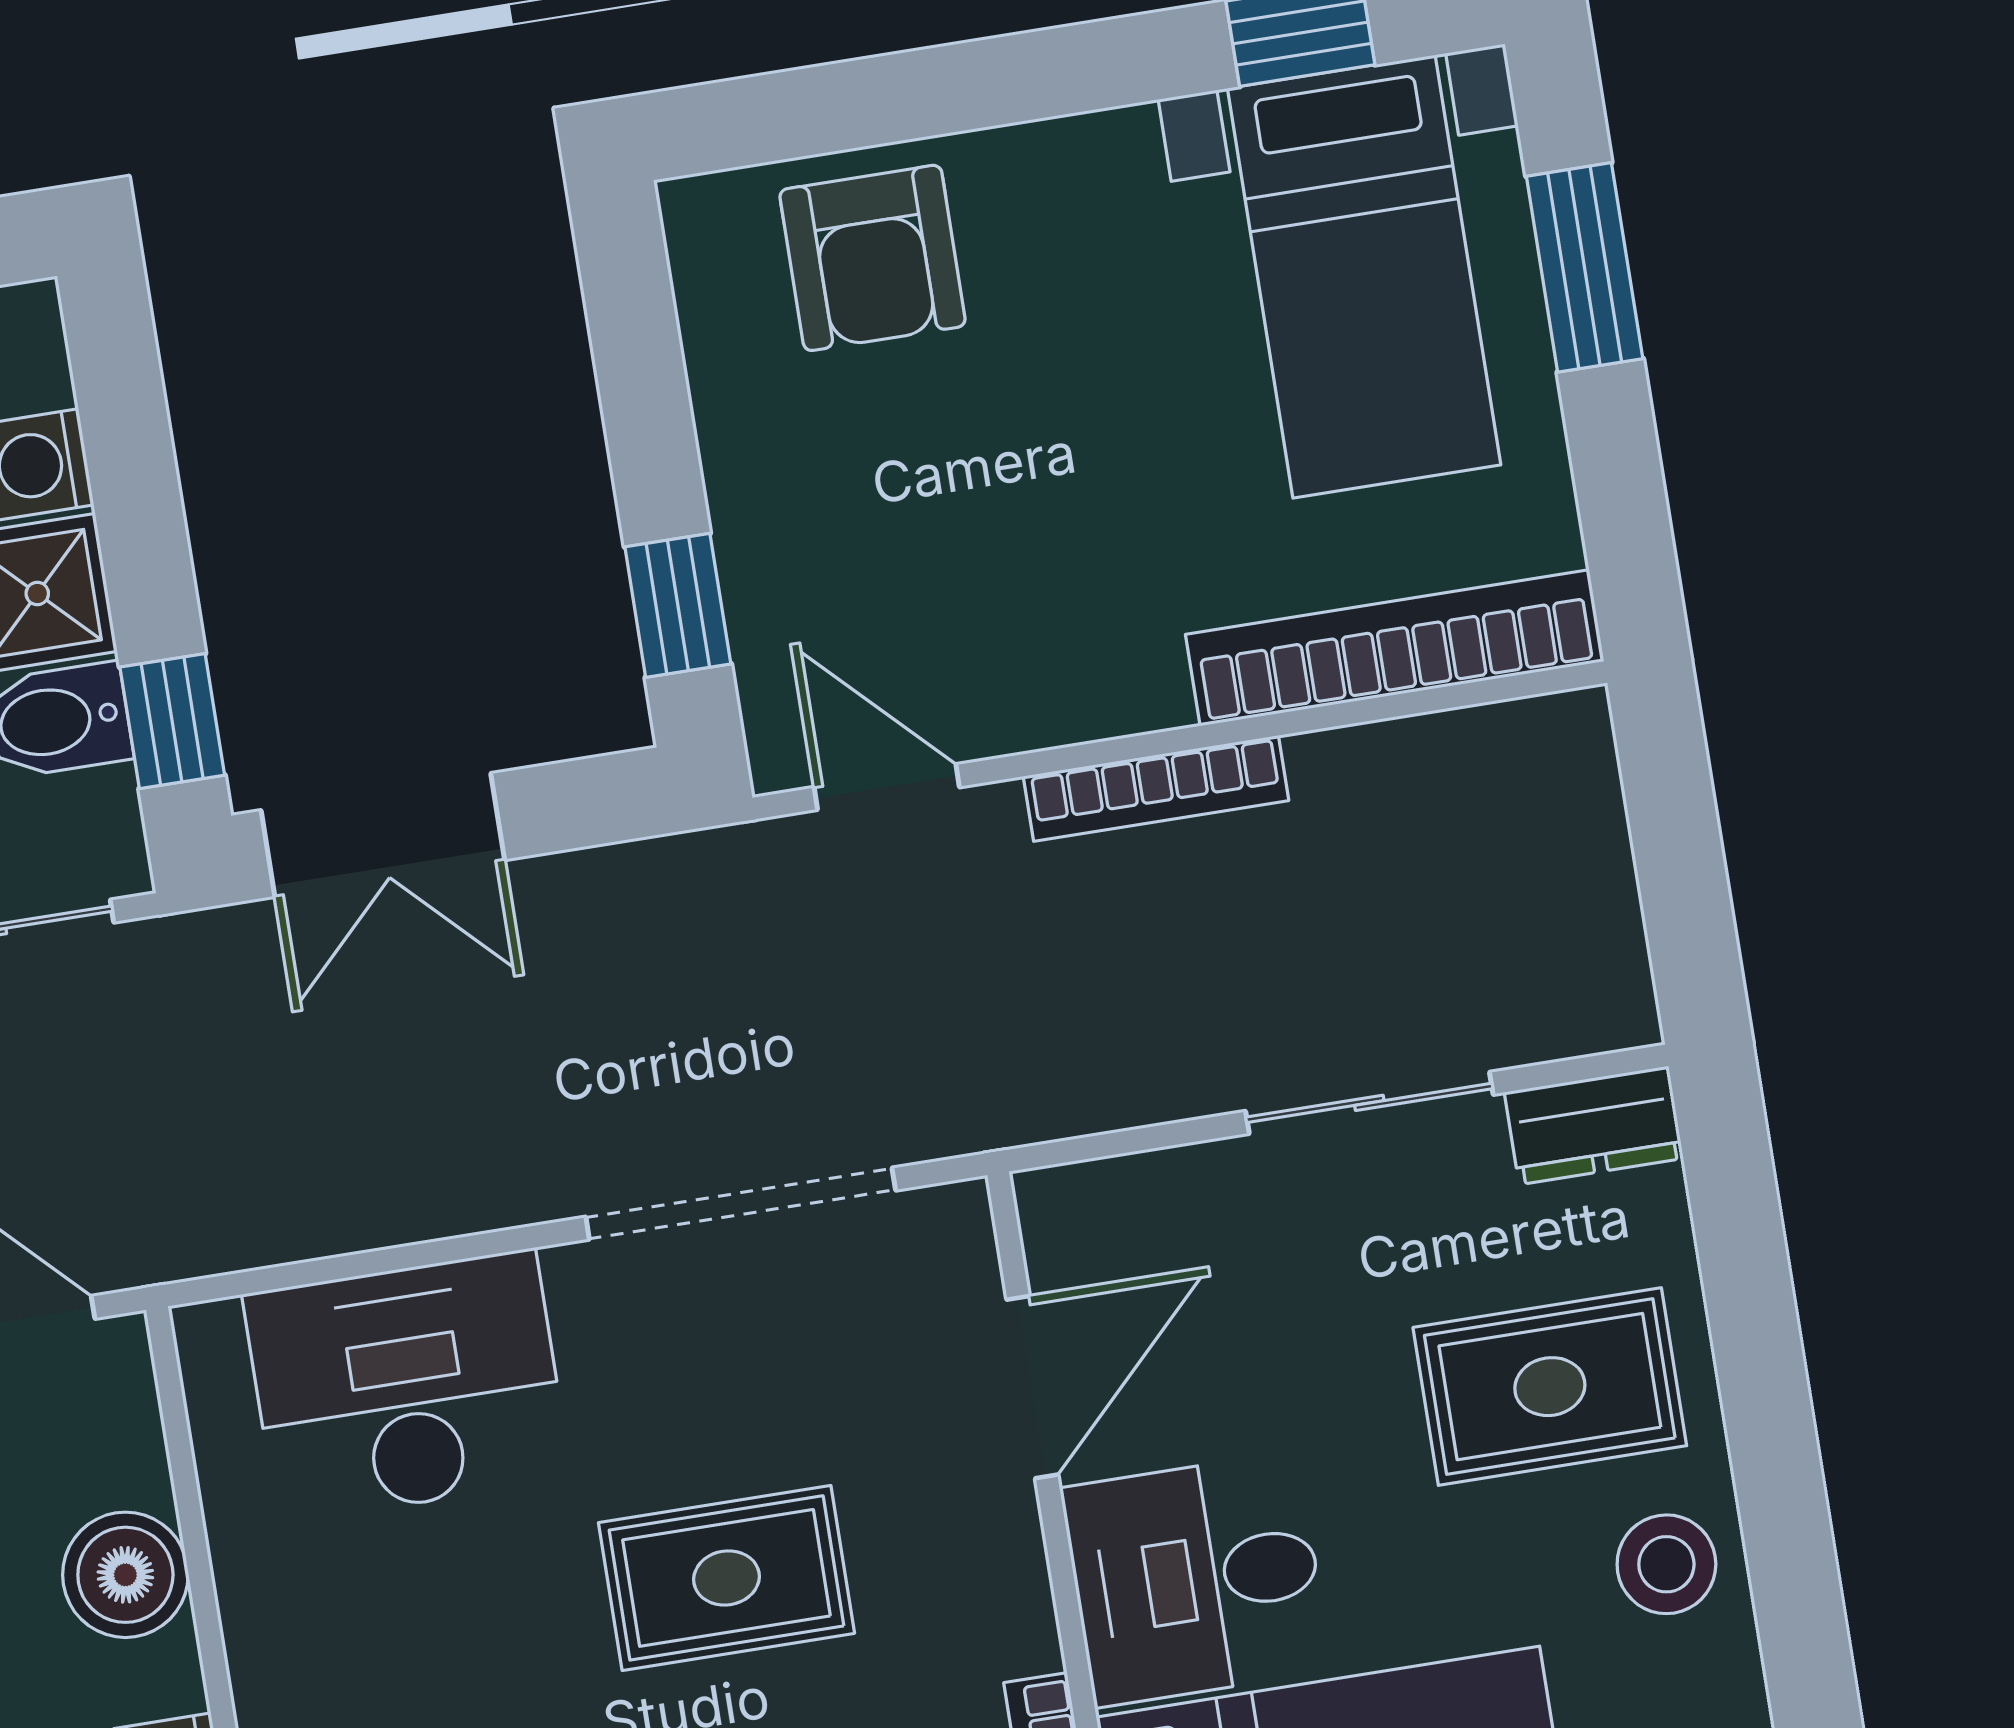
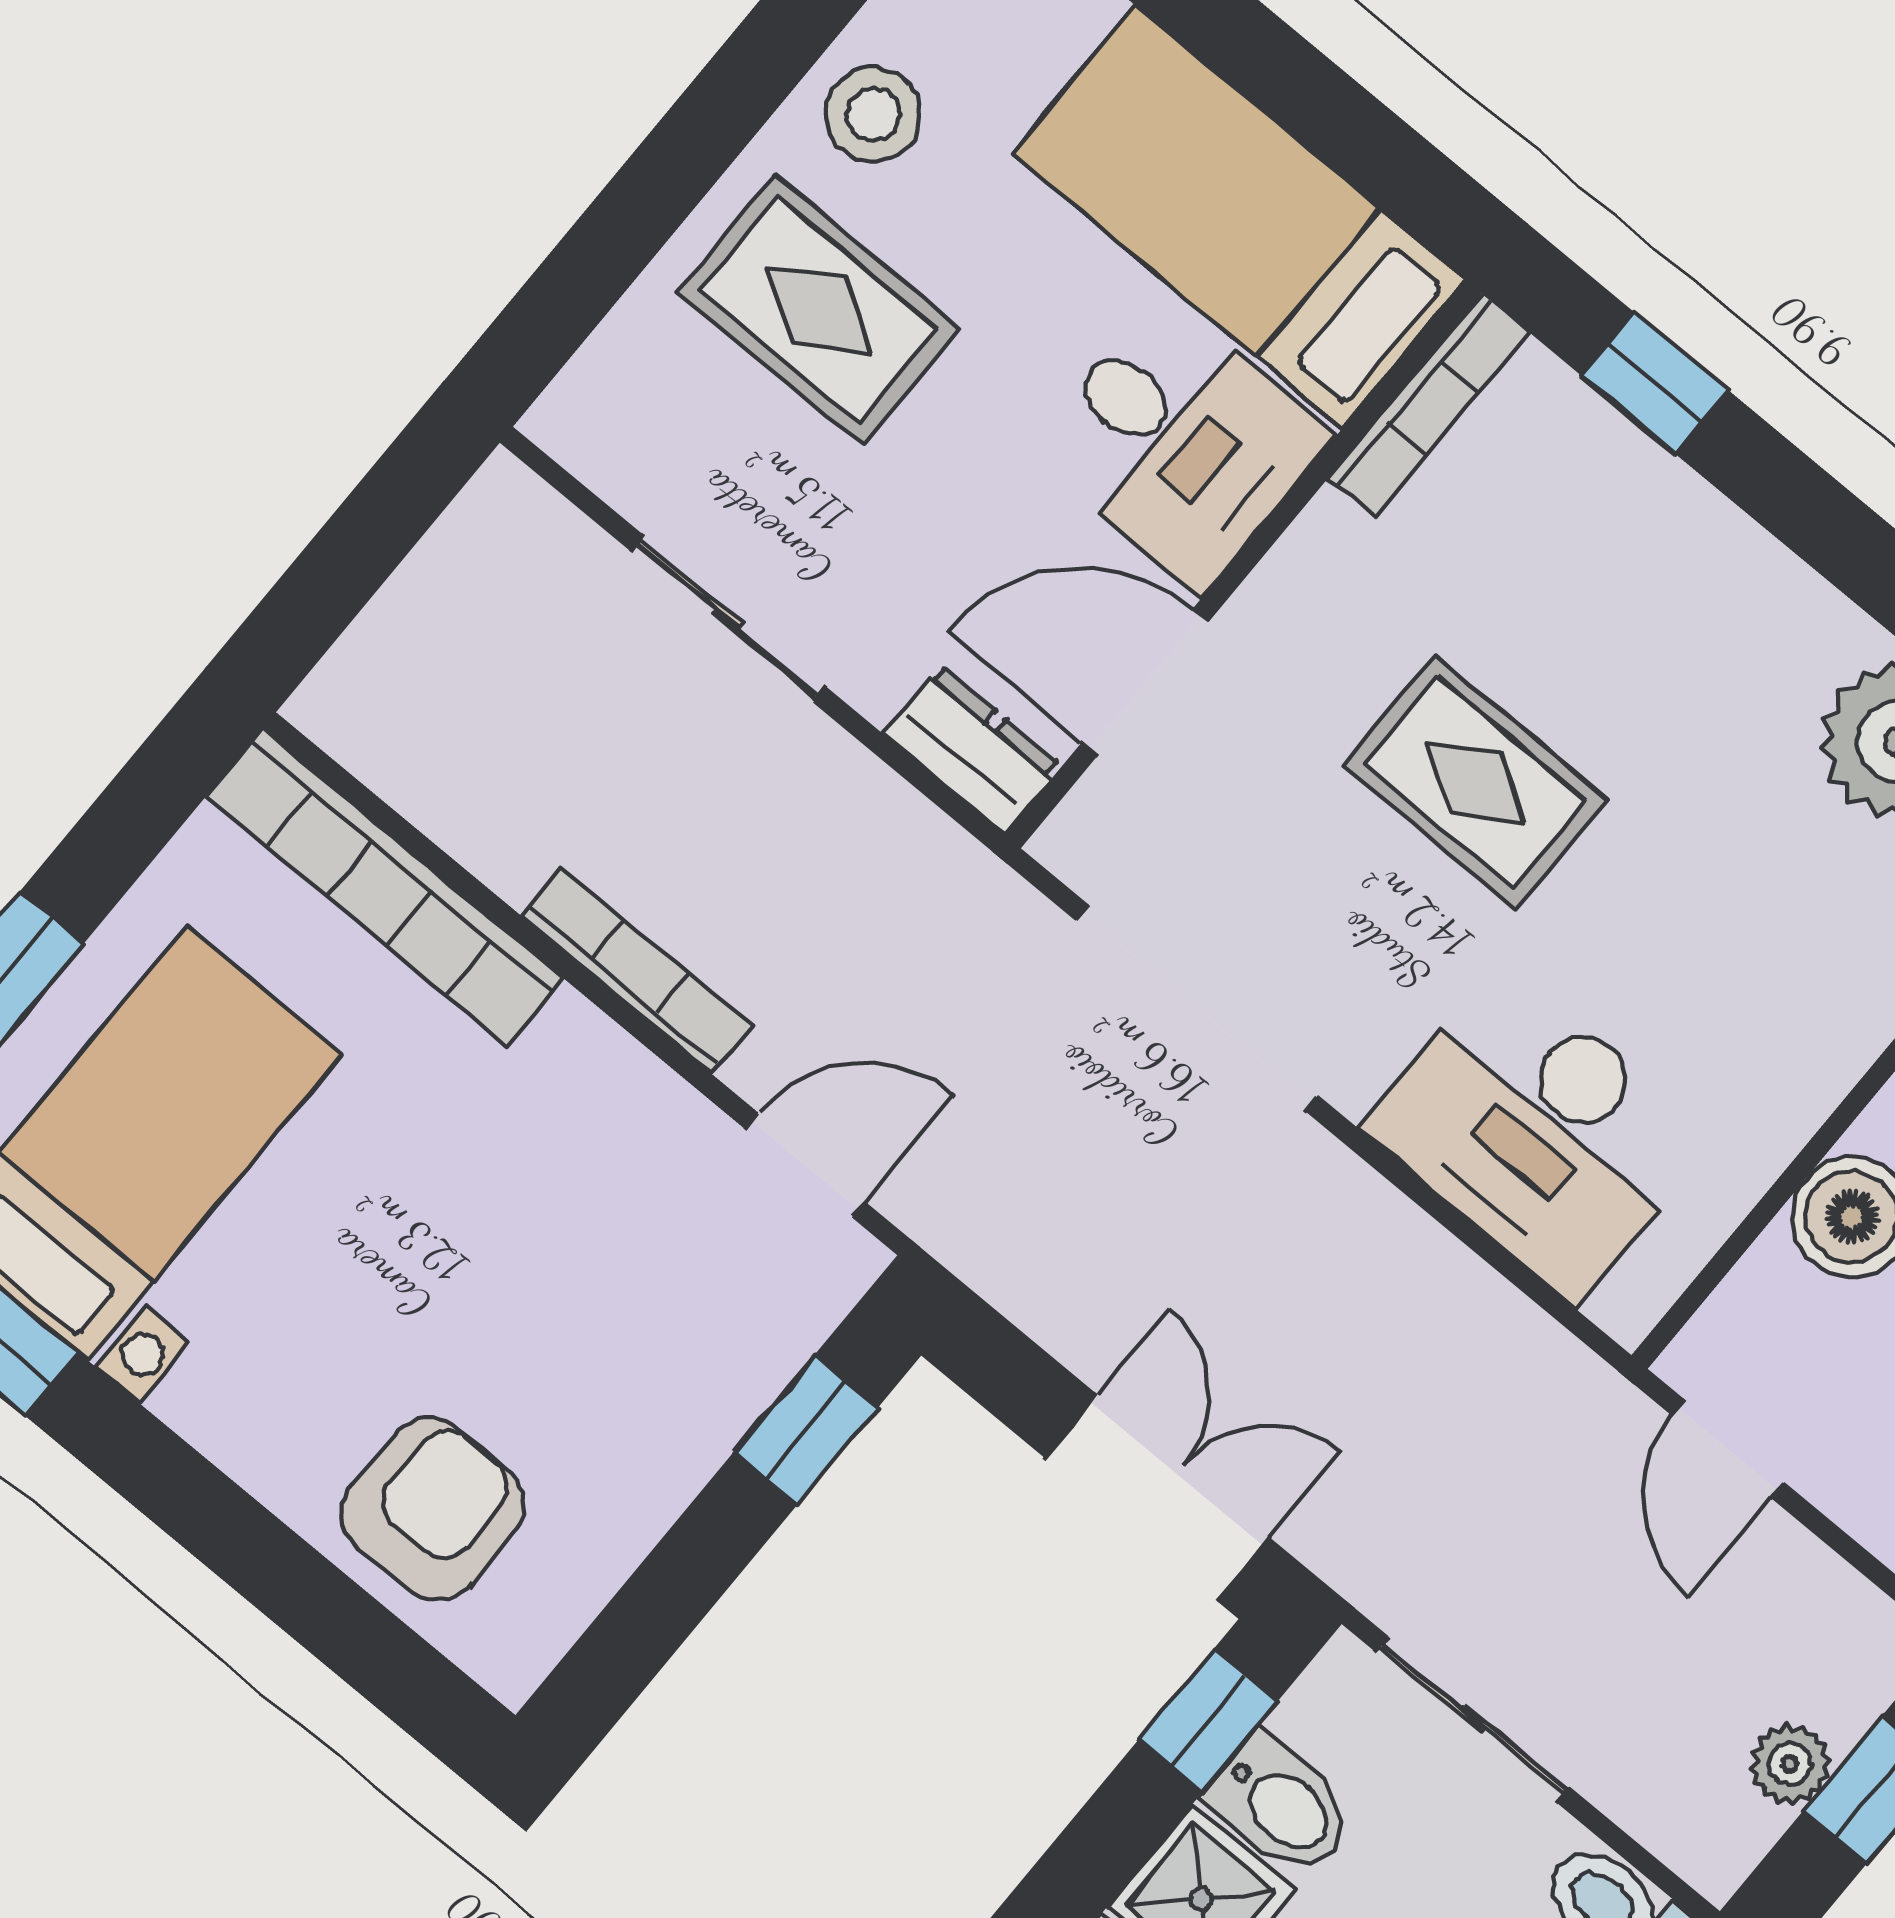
door: (887, 787) -> (805, 1165), swing flipped
dresser: (1594, 1125) -> (972, 750), moved

